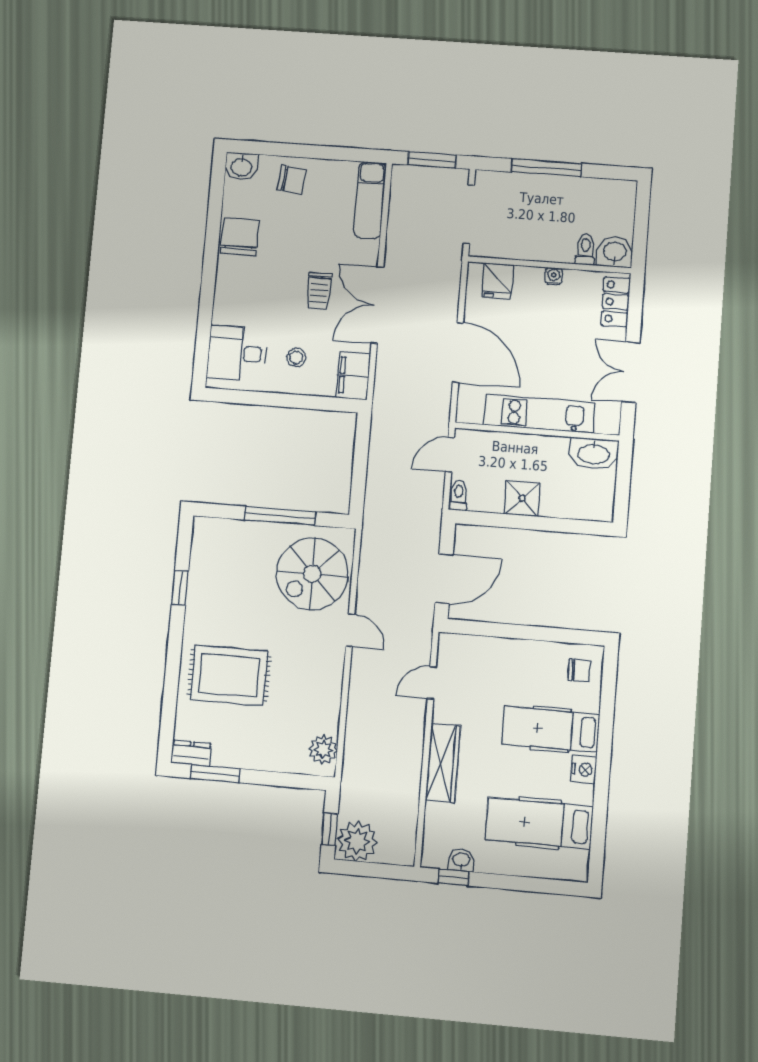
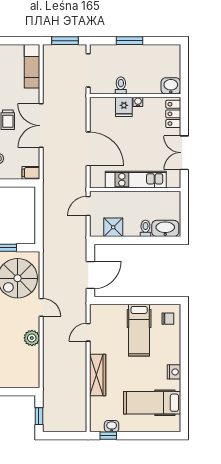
window: (547, 168) -> (130, 41), width x0.69
toilet: (585, 249) -> (121, 85), moved
fridge: (498, 281) -> (124, 107), moved
filing cabinet: (353, 376) -> (31, 173), width x0.50
washbasin: (594, 453) -> (165, 228), moved, turned 180
toilet: (459, 495) -> (145, 228), moved
shower: (522, 498) -> (113, 227), moved
hospital bed: (551, 729) -> (139, 330), moved, turned -90
plant: (323, 750) -> (32, 338), moved
plant: (357, 841) -> (54, 421), removed

